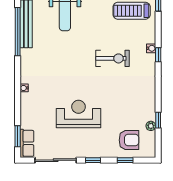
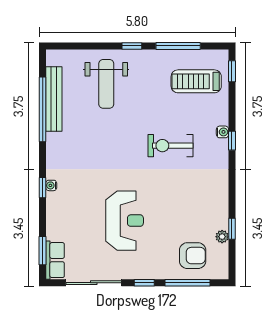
exercise bike: (113, 58) -> (170, 146), turned 180
window: (18, 90) -> (43, 188), added
reception desk: (78, 114) -> (125, 221), turned 90
window: (125, 160) -> (188, 283), width x2.17

